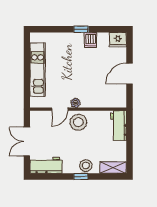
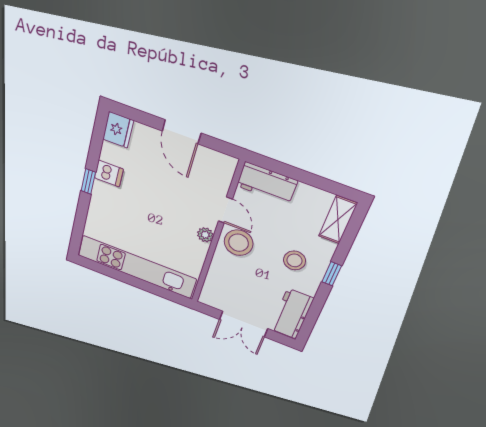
kitchen unit: (38, 70) -> (137, 267), width x1.36
door: (60, 109) -> (225, 210), moved
stool: (86, 166) -> (294, 260), moved

